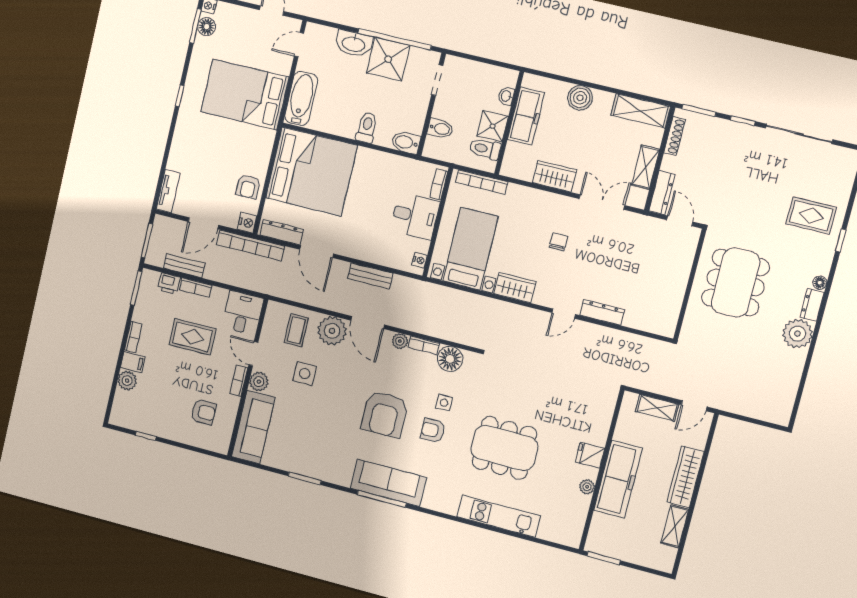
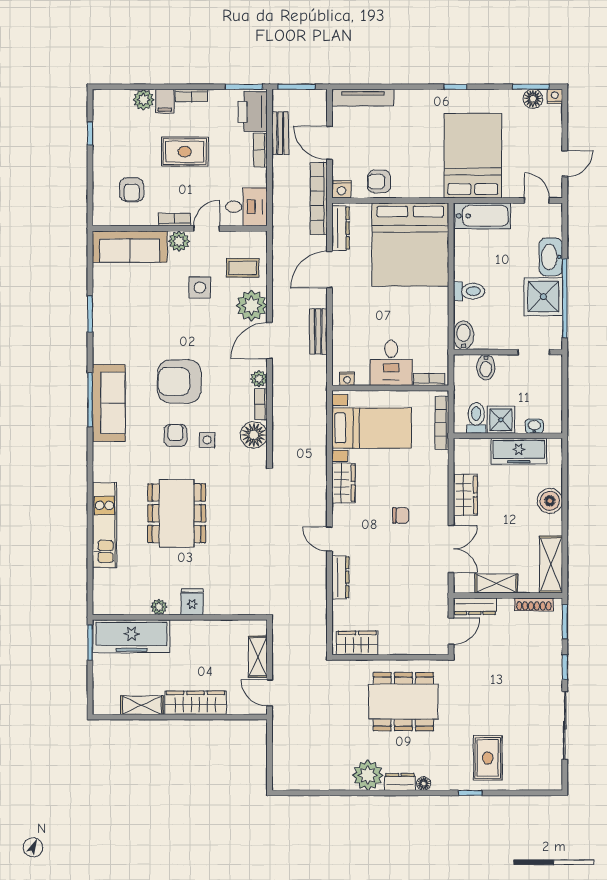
tv unit: (168, 191) -> (363, 98), width x1.41
printer: (169, 284) -> (253, 112), width x1.87, depth x1.48
wardrobe: (668, 312) -> (357, 643), added
rug: (193, 337) -> (185, 152), moved, turned 90
freezer: (618, 479) -> (132, 636), moved

